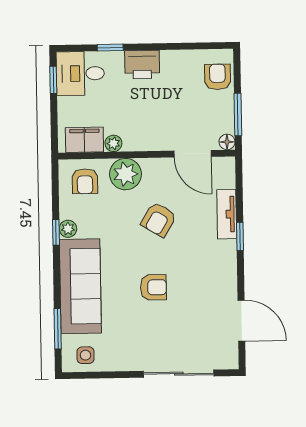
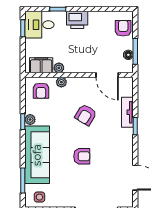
floor lamp: (227, 142) -> (128, 55), moved
plant: (126, 174) -> (61, 82), width x0.53, depth x0.53

